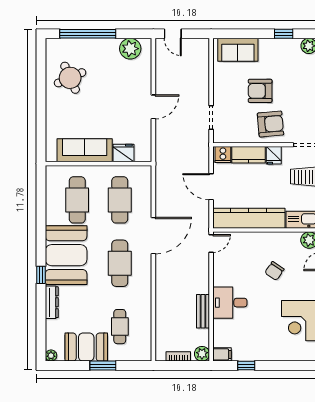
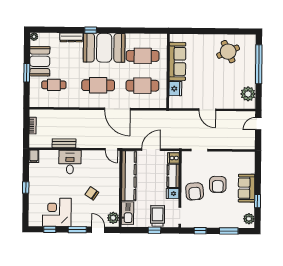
sofa: (238, 50) -> (247, 188), moved
armchair: (260, 91) -> (218, 184), turned 180
plant: (202, 354) -> (34, 142), removed
window: (246, 366) -> (26, 187), moved

